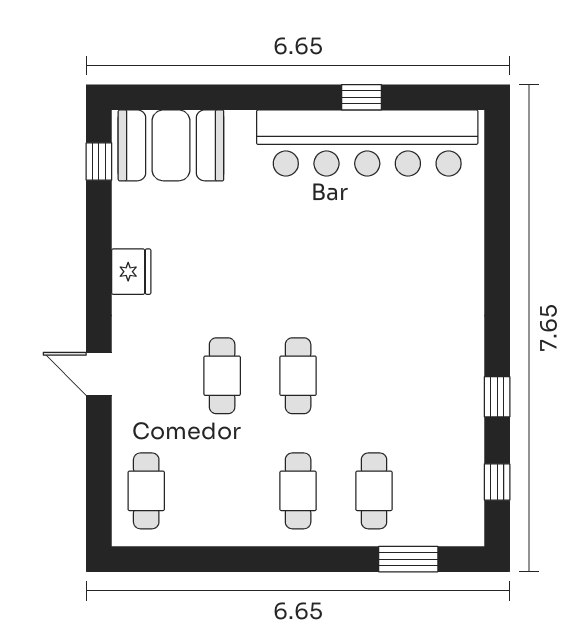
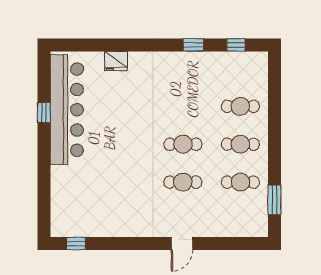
booth: (171, 145) -> (68, 208), removed
fridge: (131, 272) -> (116, 61), moved, turned 180
cafe table: (146, 491) -> (240, 182), moved
window: (408, 559) -> (274, 200), moved

